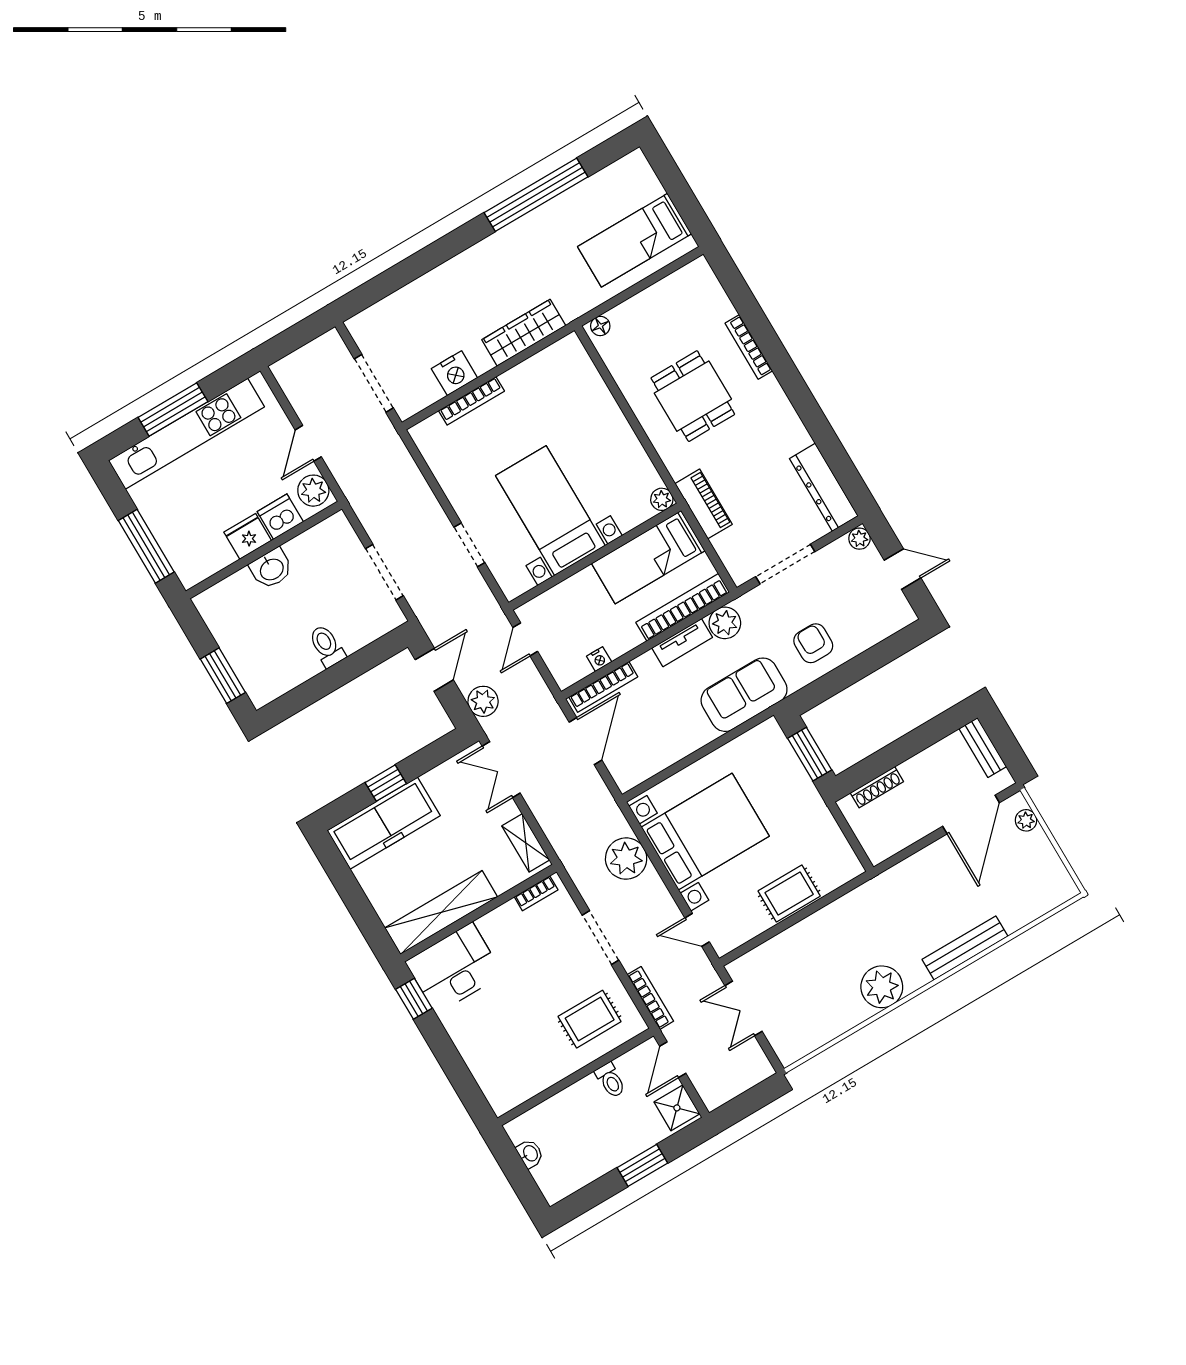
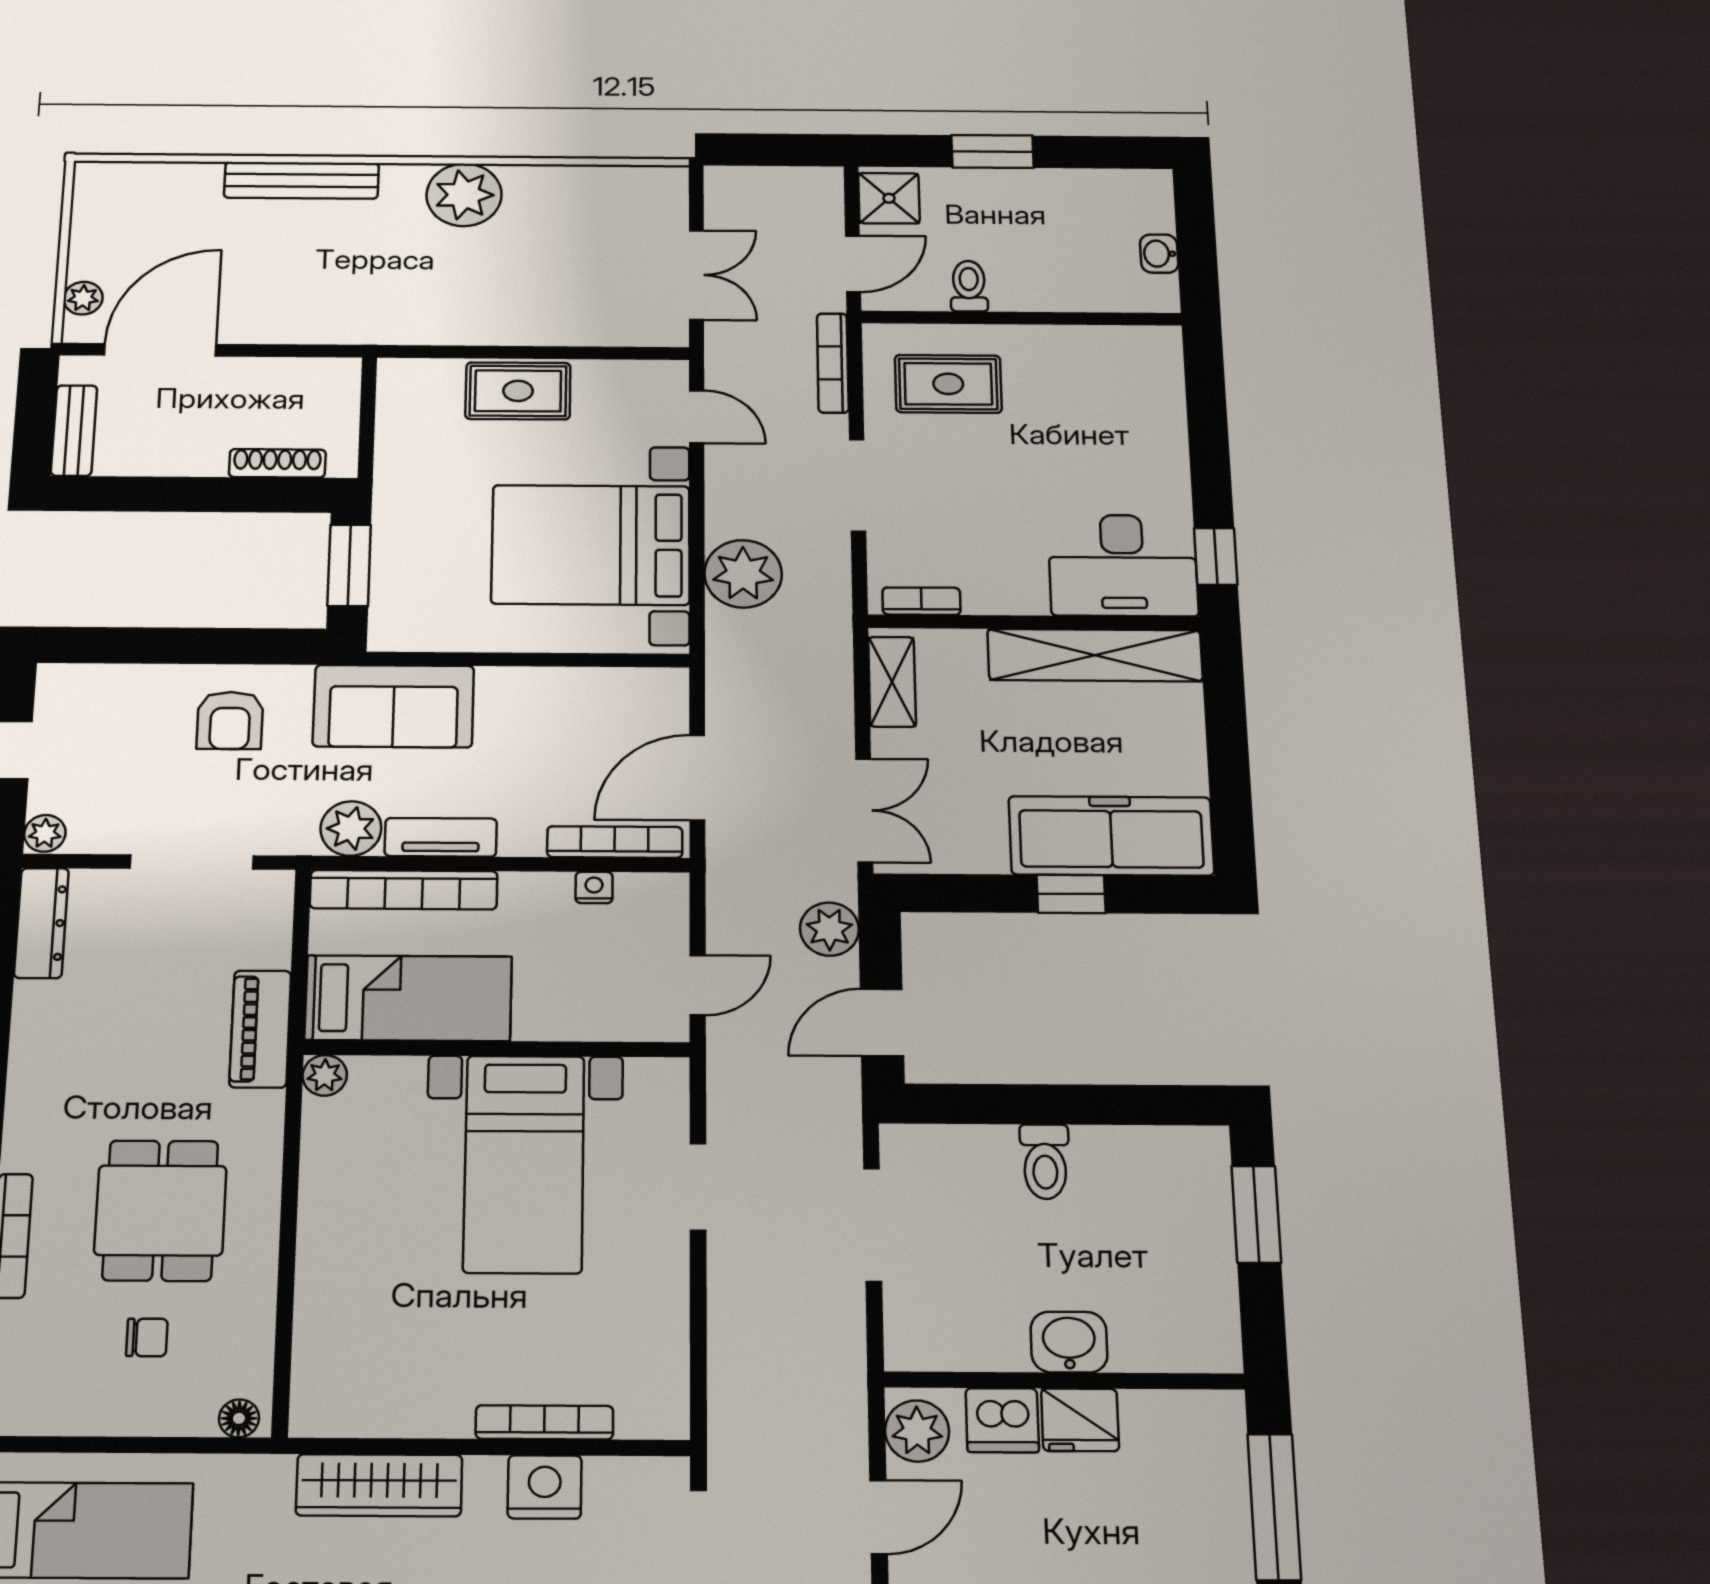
chair: (662, 337) -> (147, 1337), added
dresser: (824, 487) -> (41, 923), width x0.73, depth x0.80

